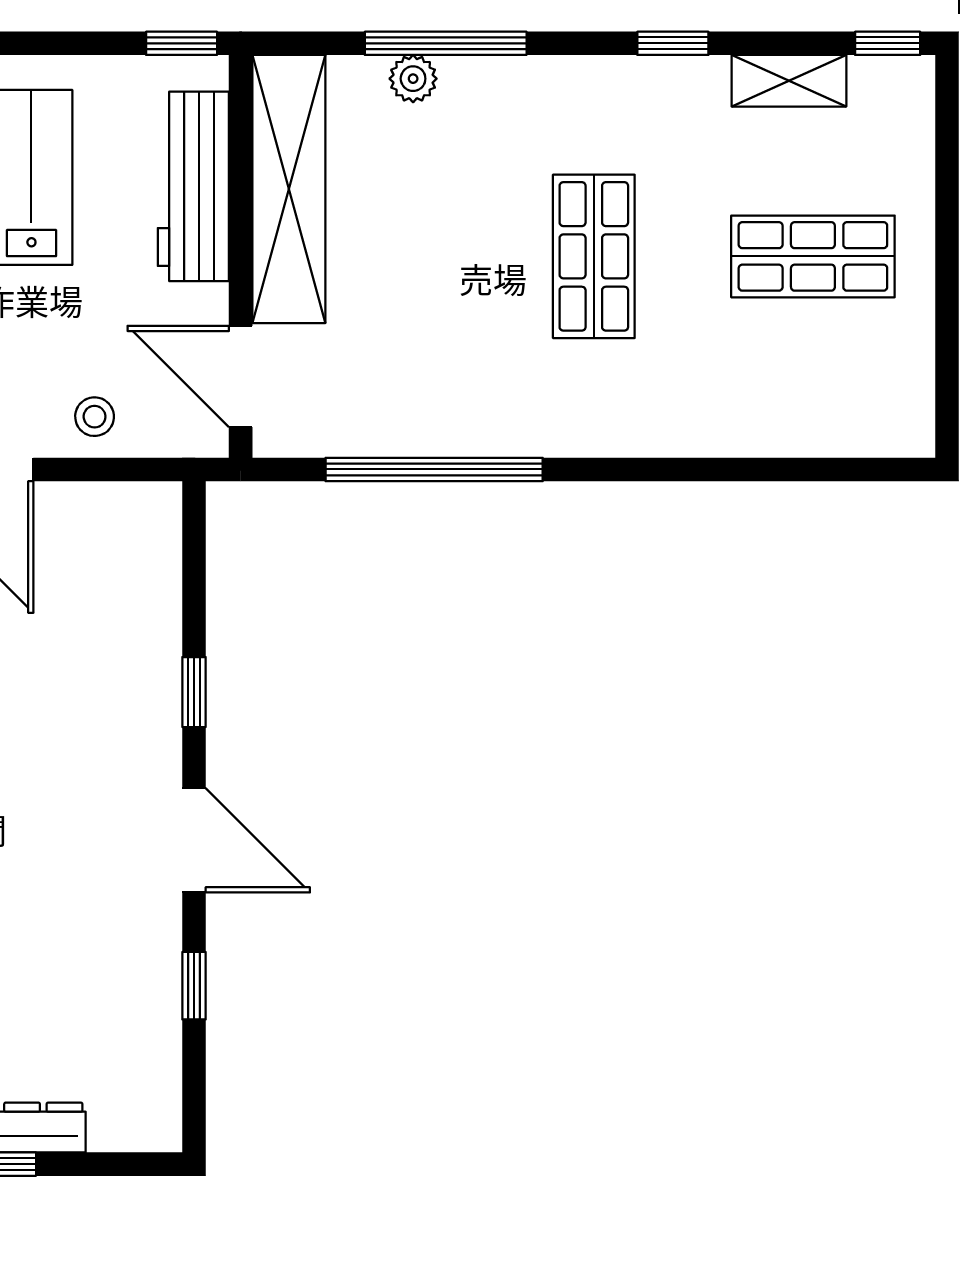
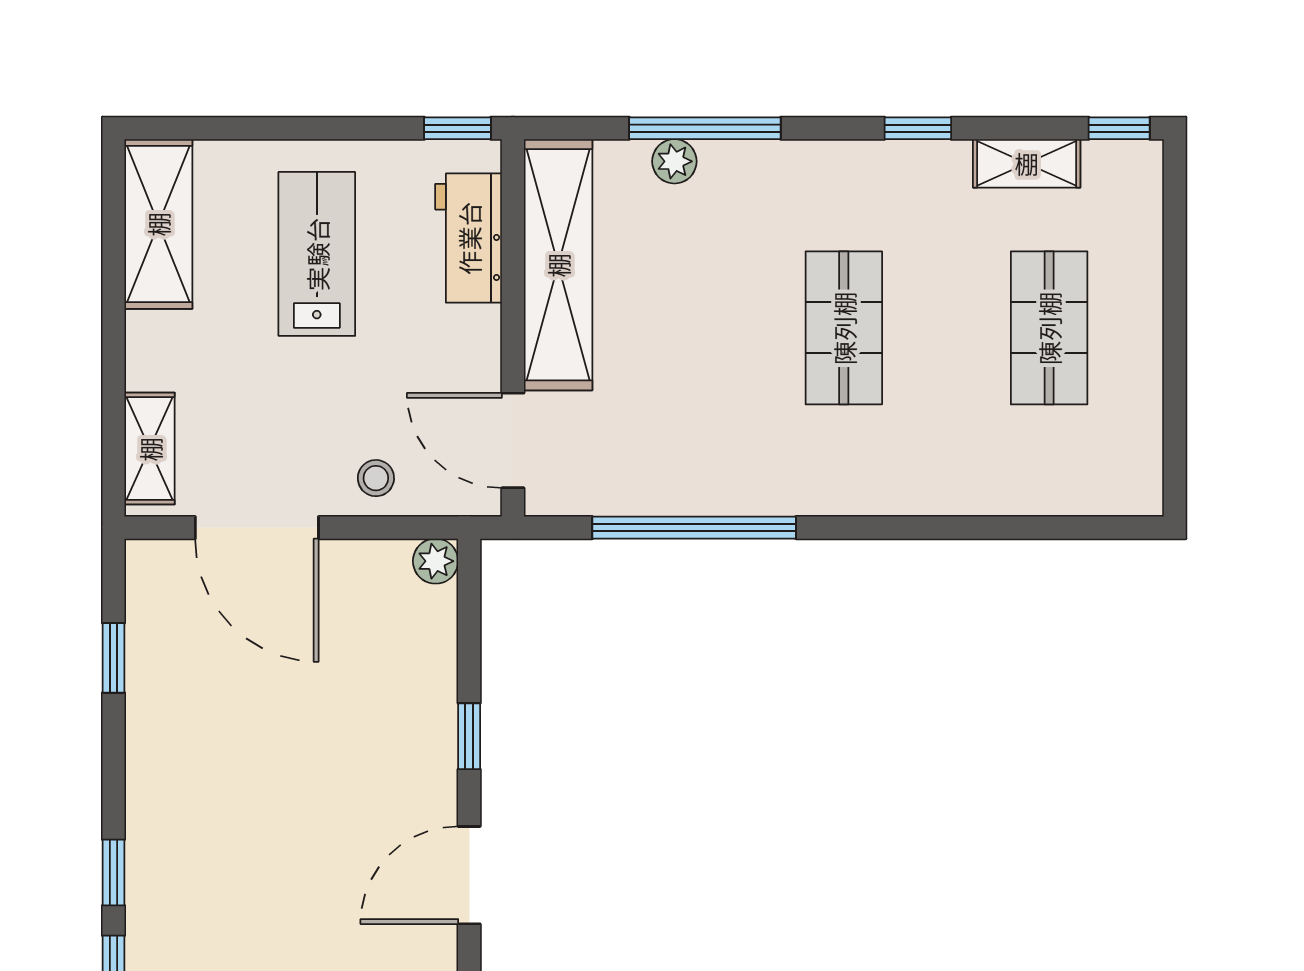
workbench: (193, 186) -> (469, 238), width x0.73
shop shelf: (813, 256) -> (1049, 328), turned 90
plant: (158, 505) -> (436, 561), added
door: (194, 840) -> (469, 875), swing flipped

